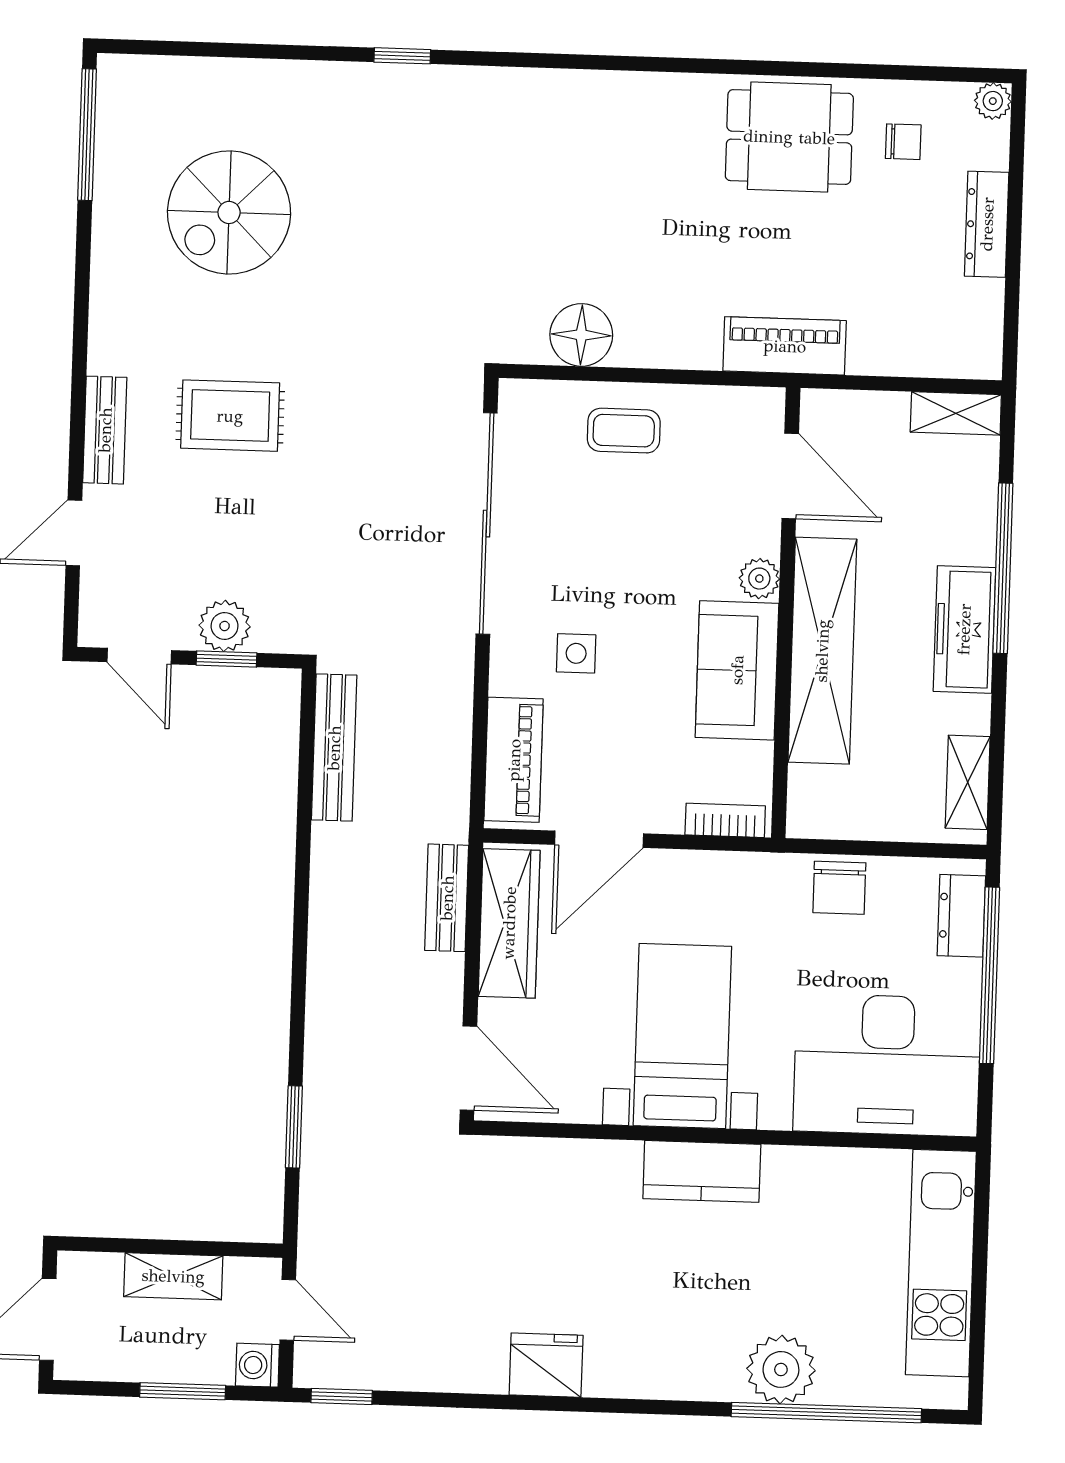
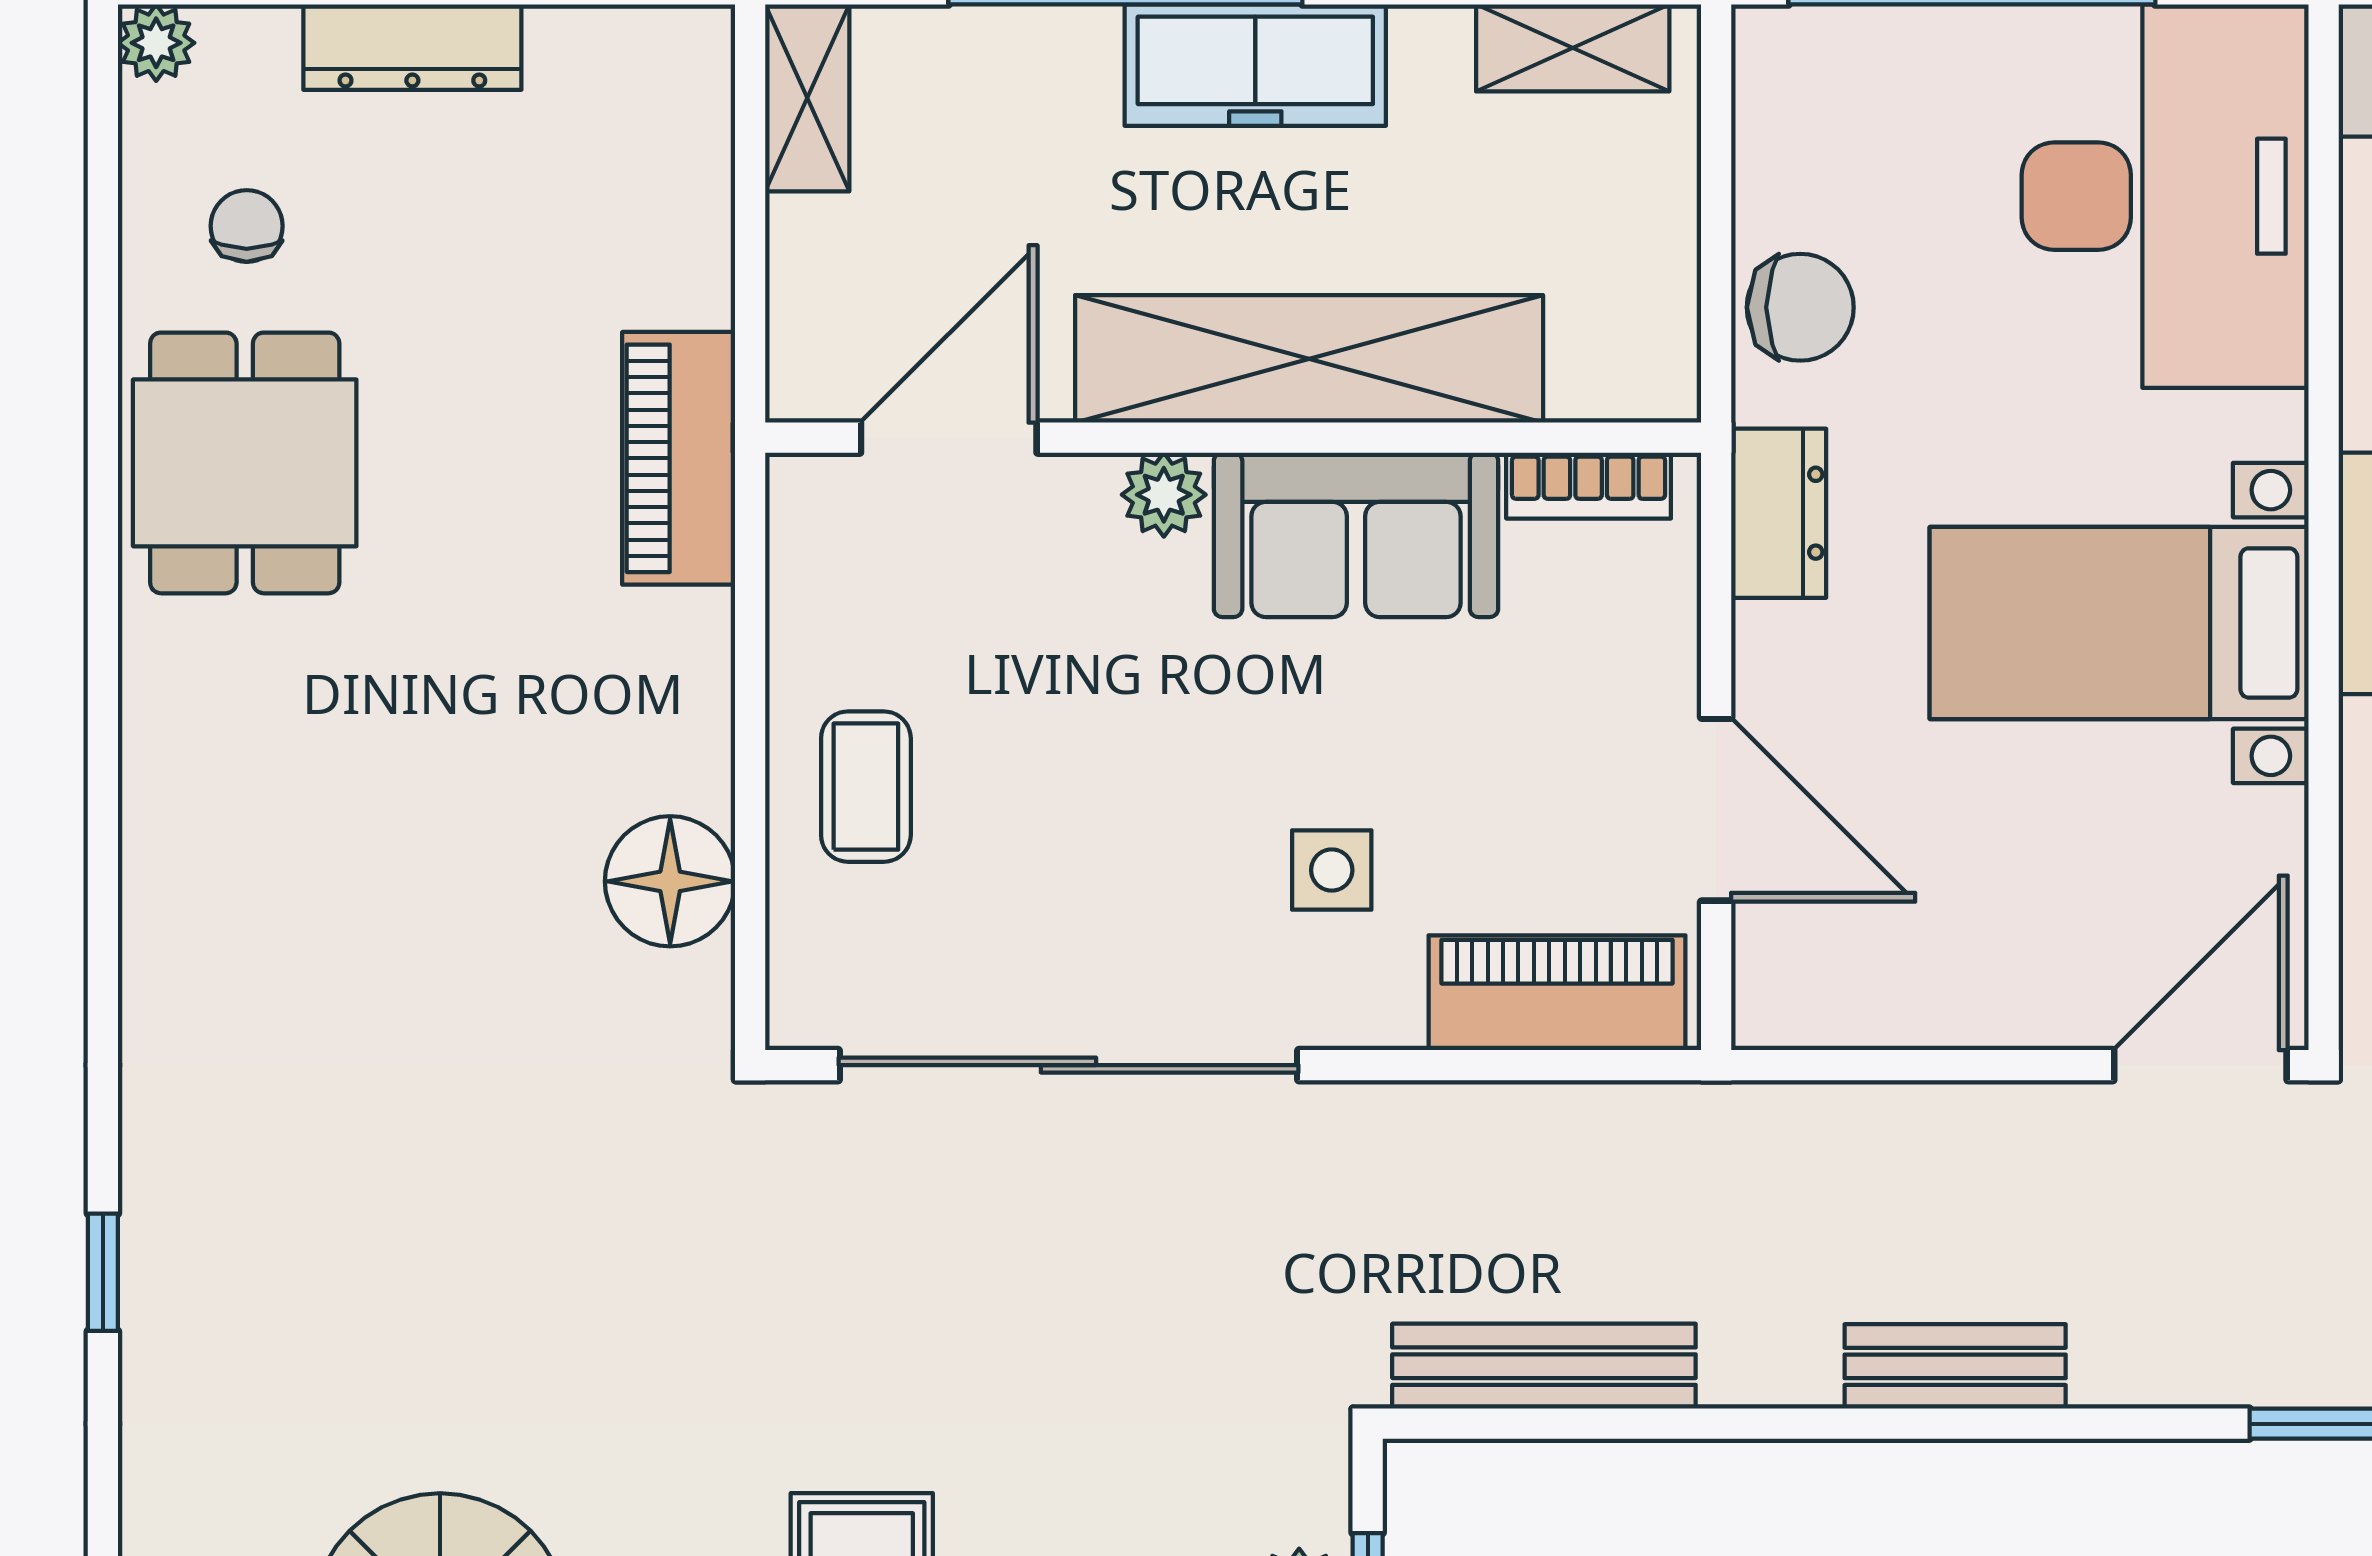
bookcase: (725, 820) -> (1589, 486), moved, turned -90
bench: (447, 898) -> (1955, 1366), moved
dresser: (961, 916) -> (1779, 513), moved, turned -90
wardrobe: (509, 923) -> (1897, 991), removed

